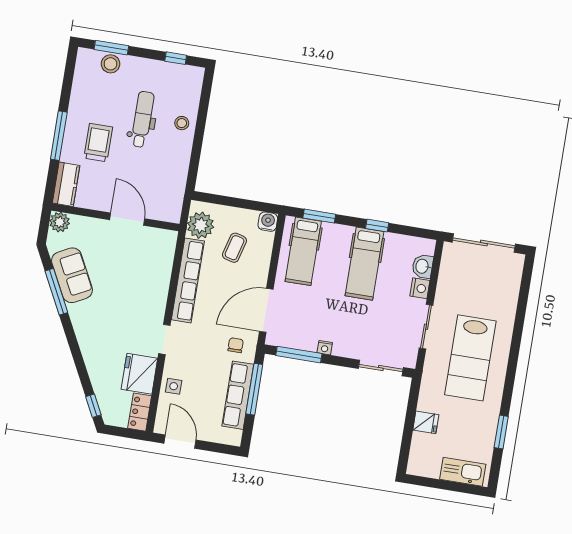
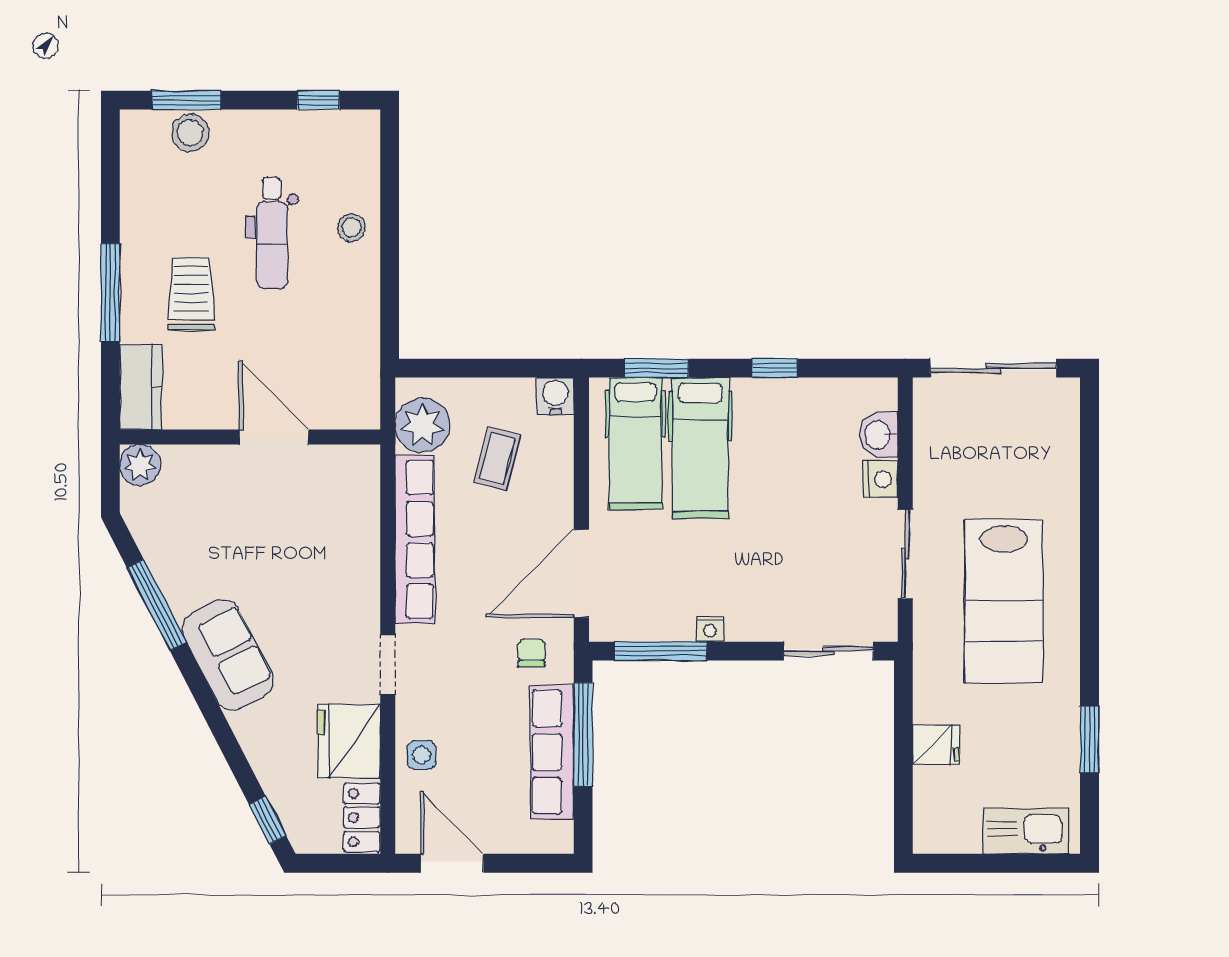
dental chair: (142, 119) -> (272, 233), turned 180
hospital bed: (364, 264) -> (700, 448), moved
sofa: (72, 275) -> (228, 655), moved

